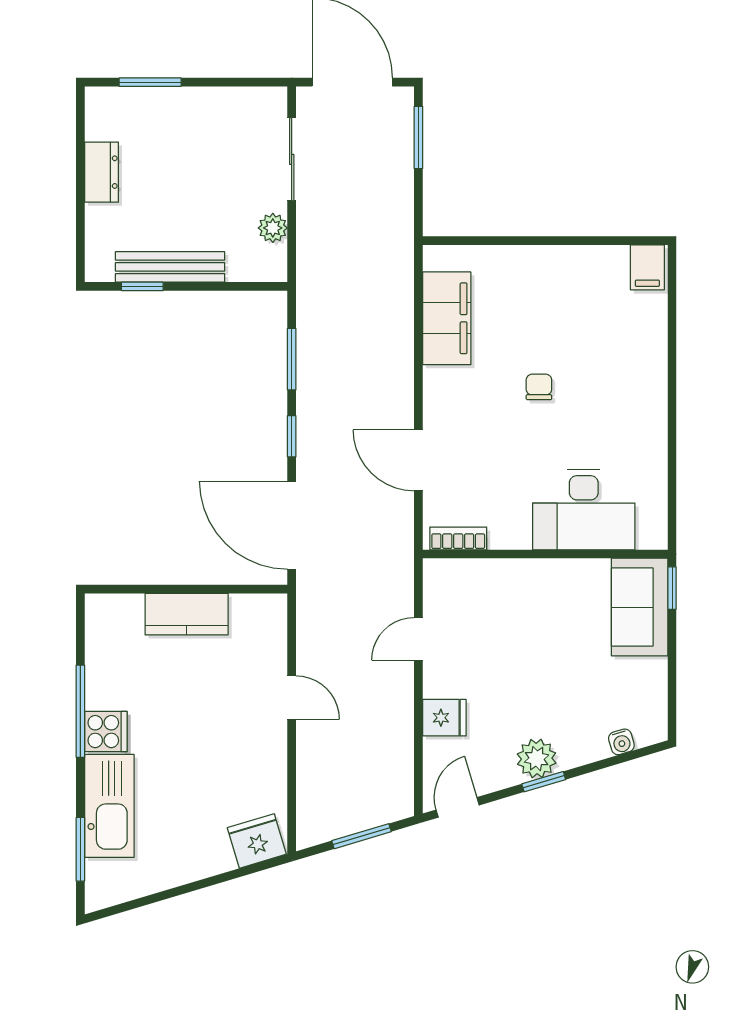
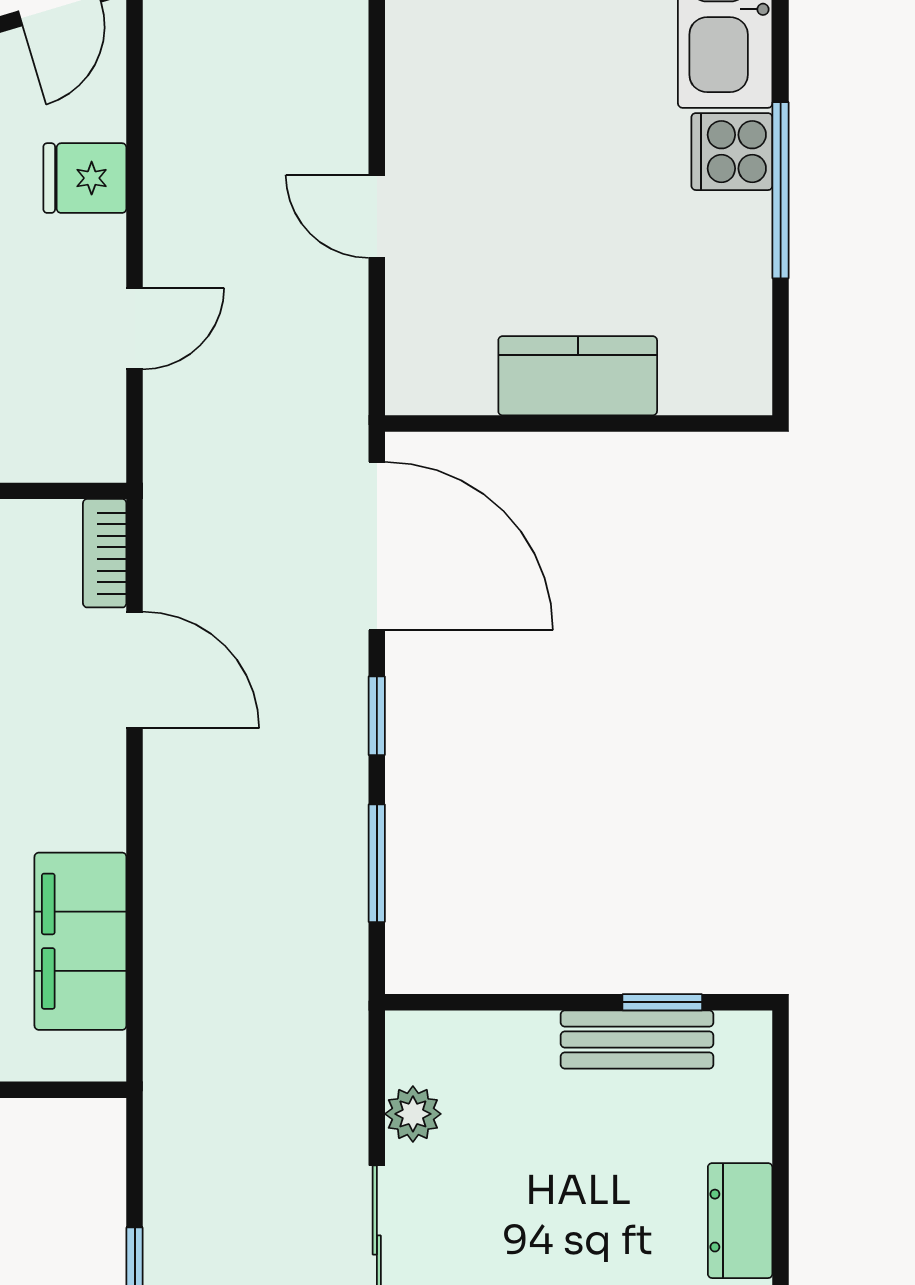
bench: (170, 267) -> (637, 1039), width x0.73
bookcase: (458, 538) -> (105, 553), moved, turned 90

